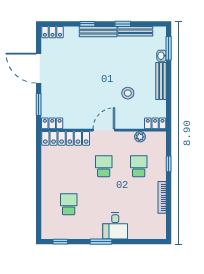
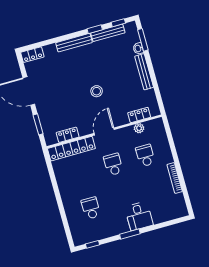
window: (87, 24) -> (118, 23), moved
stool: (128, 93) -> (97, 91), moved
locker: (52, 123) -> (68, 135), moved
locker: (155, 123) -> (139, 115), moved
window: (169, 164) -> (172, 146), removed

